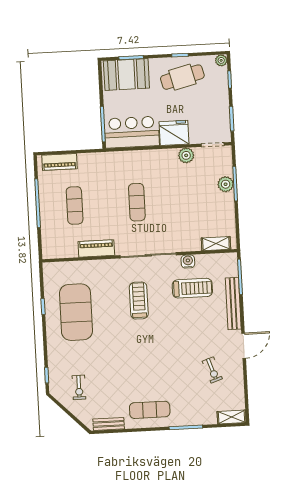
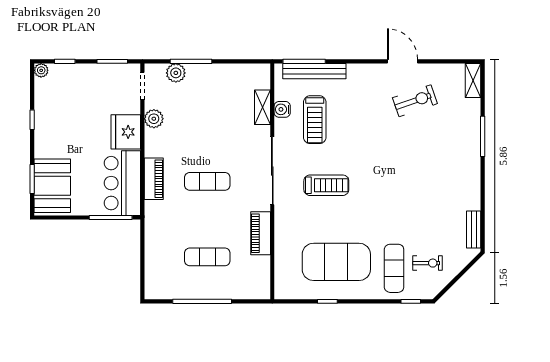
cafe table: (182, 77) -> (59, 118), removed
piano: (59, 162) -> (154, 179), moved
plant: (226, 184) -> (176, 73), moved
shelving: (216, 244) -> (262, 107), moved
water cooler: (188, 261) -> (282, 109), moved
treadmill: (192, 288) -> (315, 120), turned 180
treadmill: (139, 301) -> (326, 185), turned 180
bench: (233, 303) -> (314, 71), moved
door: (244, 346) -> (402, 61), moved
exercise bike: (212, 370) -> (415, 101), width x1.38, depth x1.39
exercise mat: (150, 410) -> (394, 268), moved

